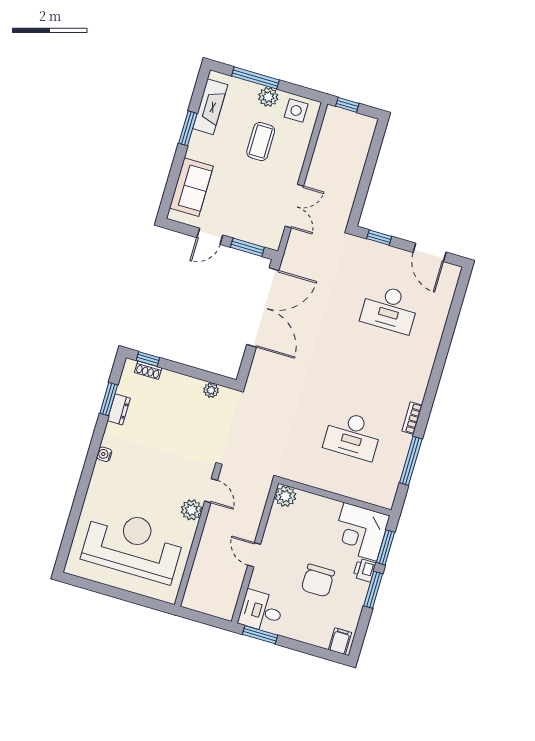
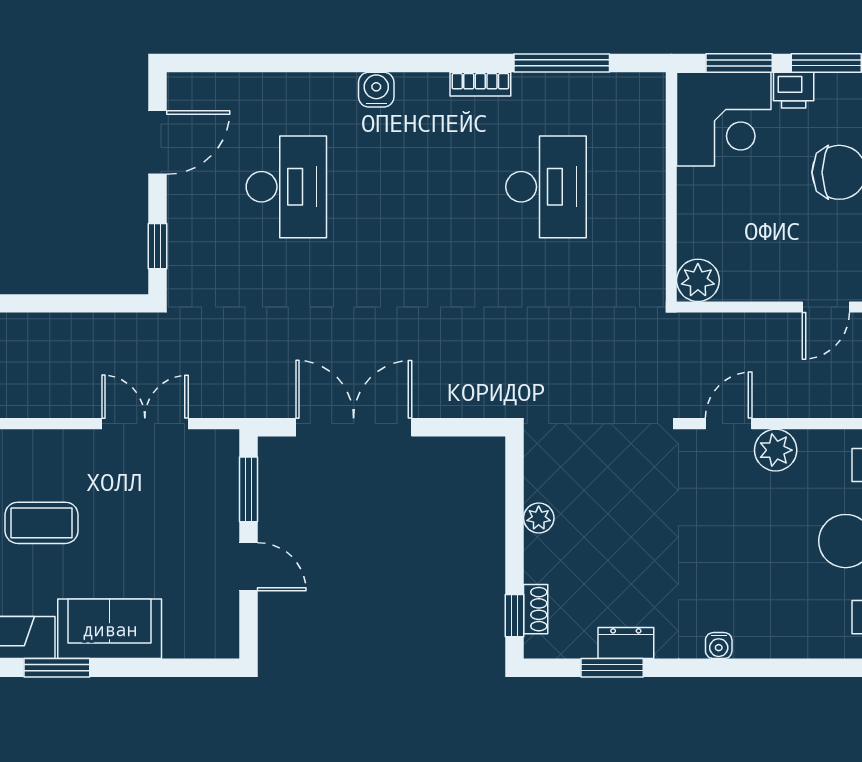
sofa: (191, 187) -> (110, 629), moved
double door: (263, 307) -> (354, 427), width x0.73
water cooler: (424, 367) -> (376, 90), added
plant: (211, 390) -> (539, 518), moved

